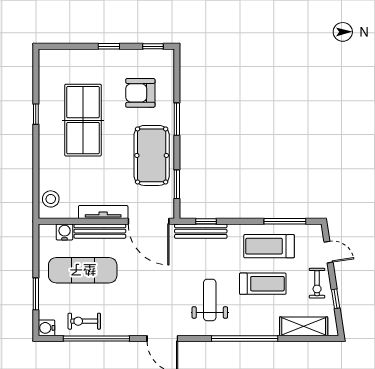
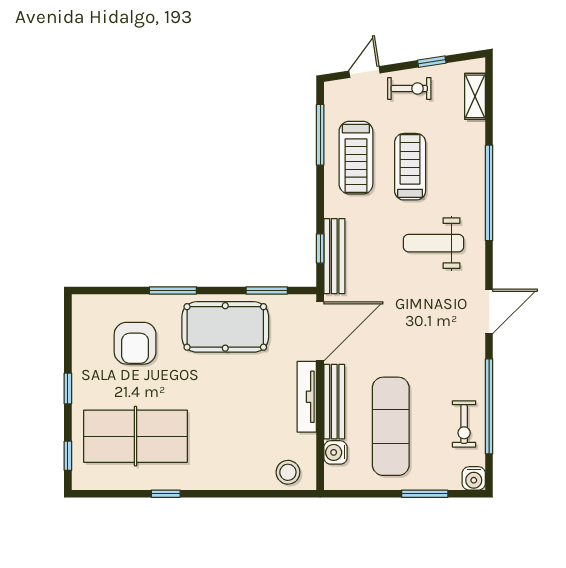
window: (153, 46) -> (68, 456), moved
table tennis table: (83, 120) -> (135, 436), moved
shelving: (304, 326) -> (475, 96), width x0.67, depth x0.75

